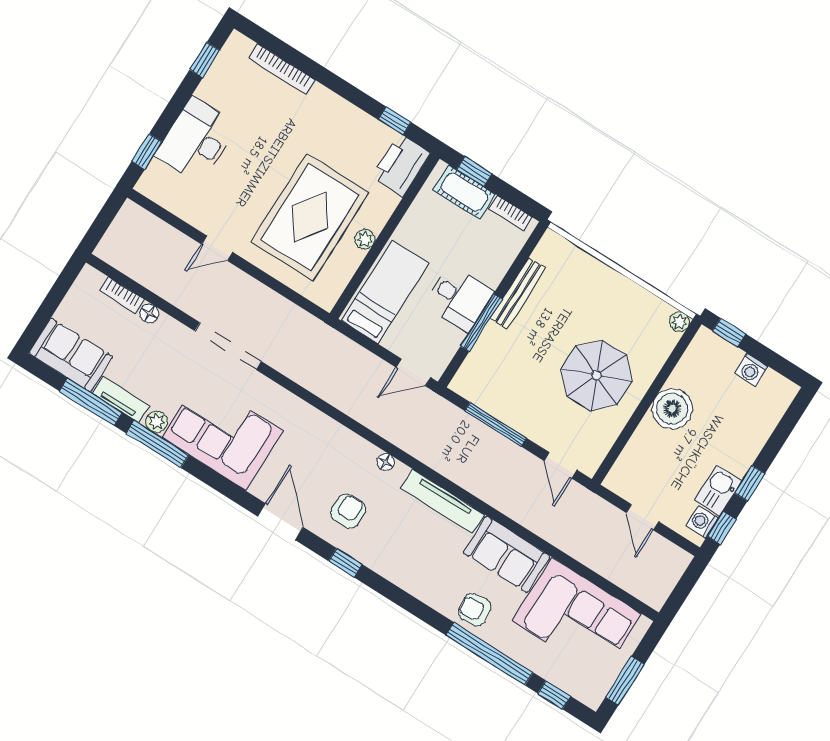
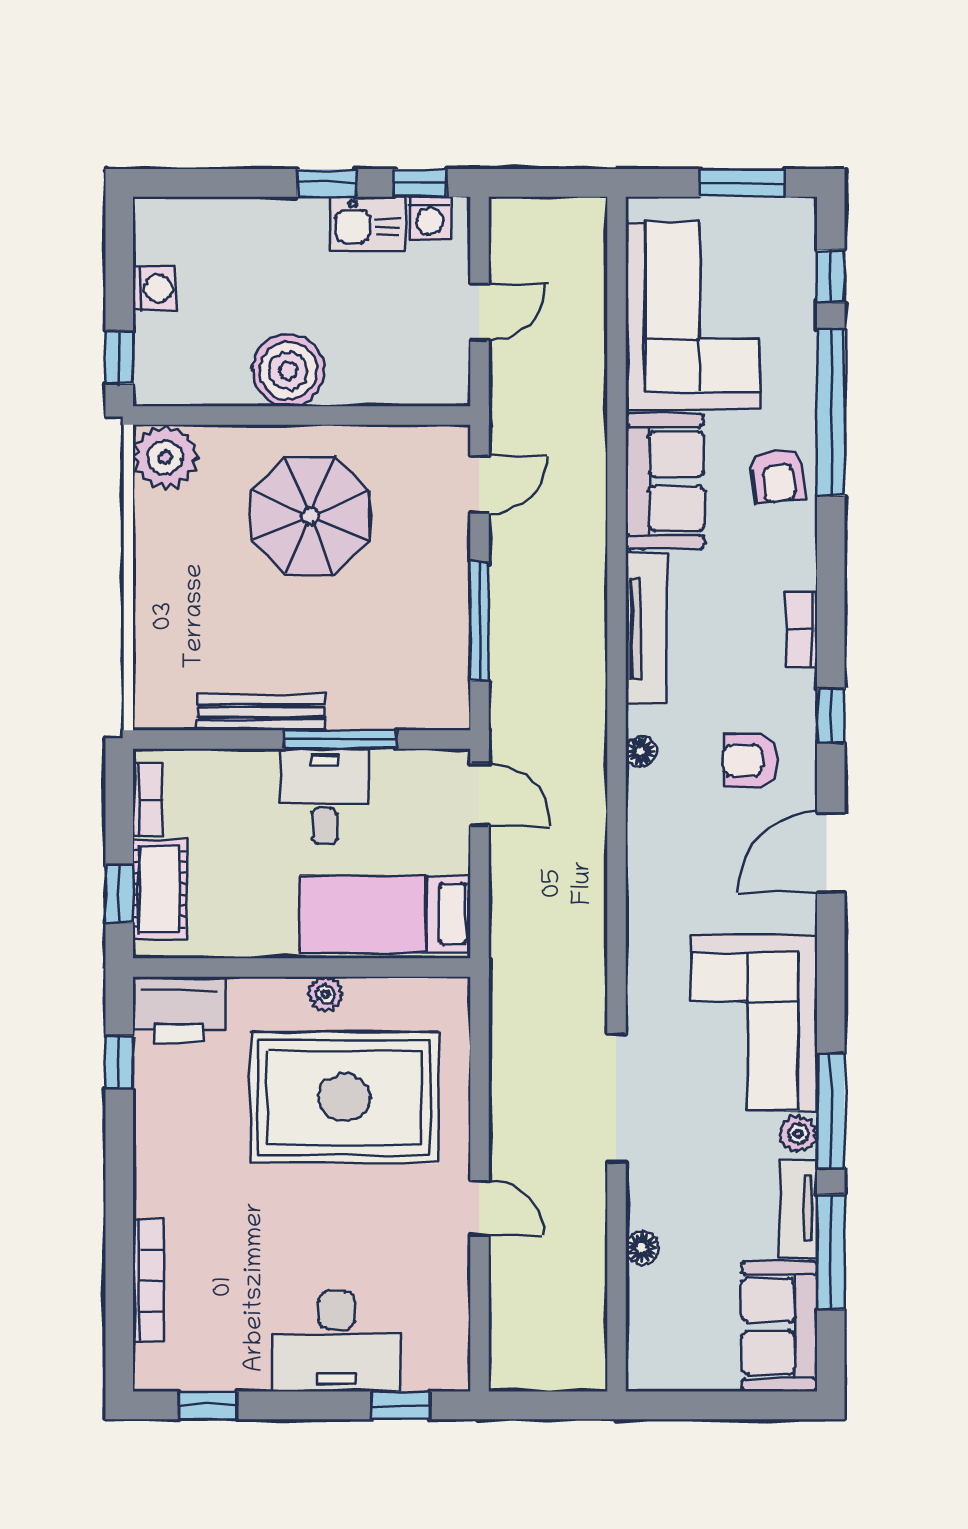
bookcase: (122, 295) -> (802, 630), moved, turned 180
plant: (680, 322) -> (165, 457), width x1.87, depth x1.87

